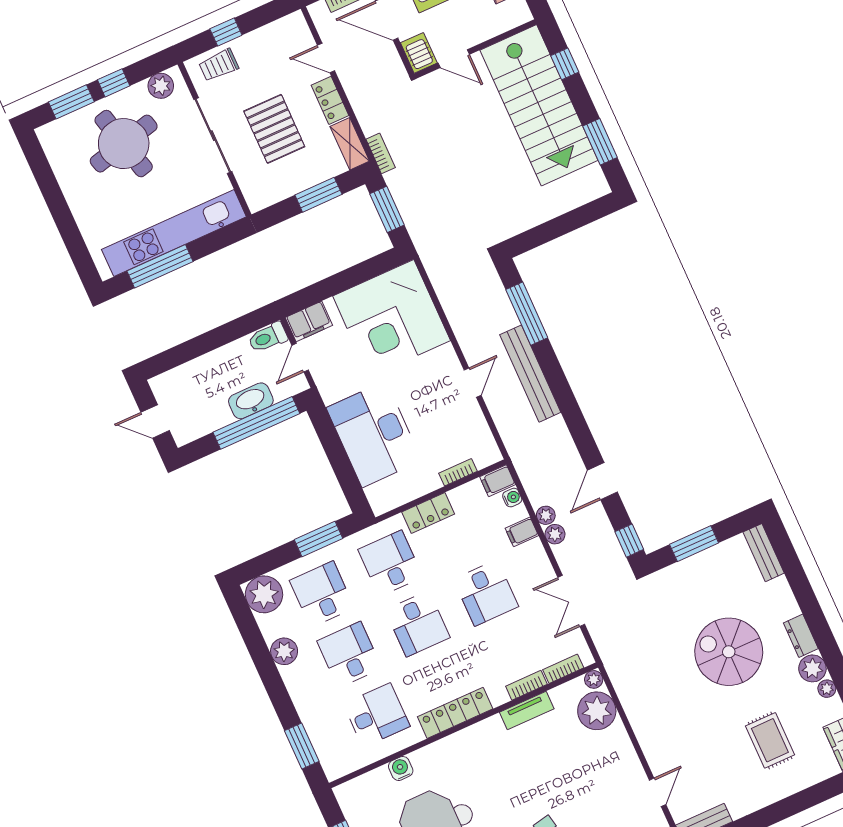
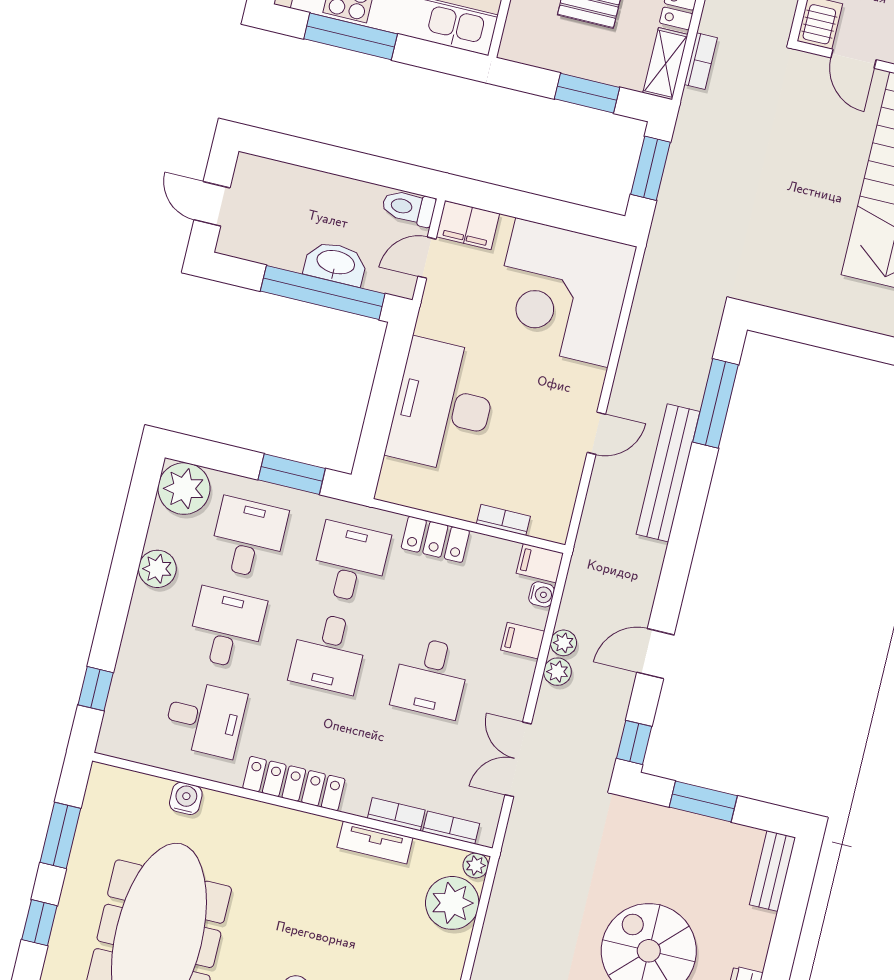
bookcase: (381, 153) -> (701, 61), moved
window: (302, 746) -> (96, 689), width x0.67

